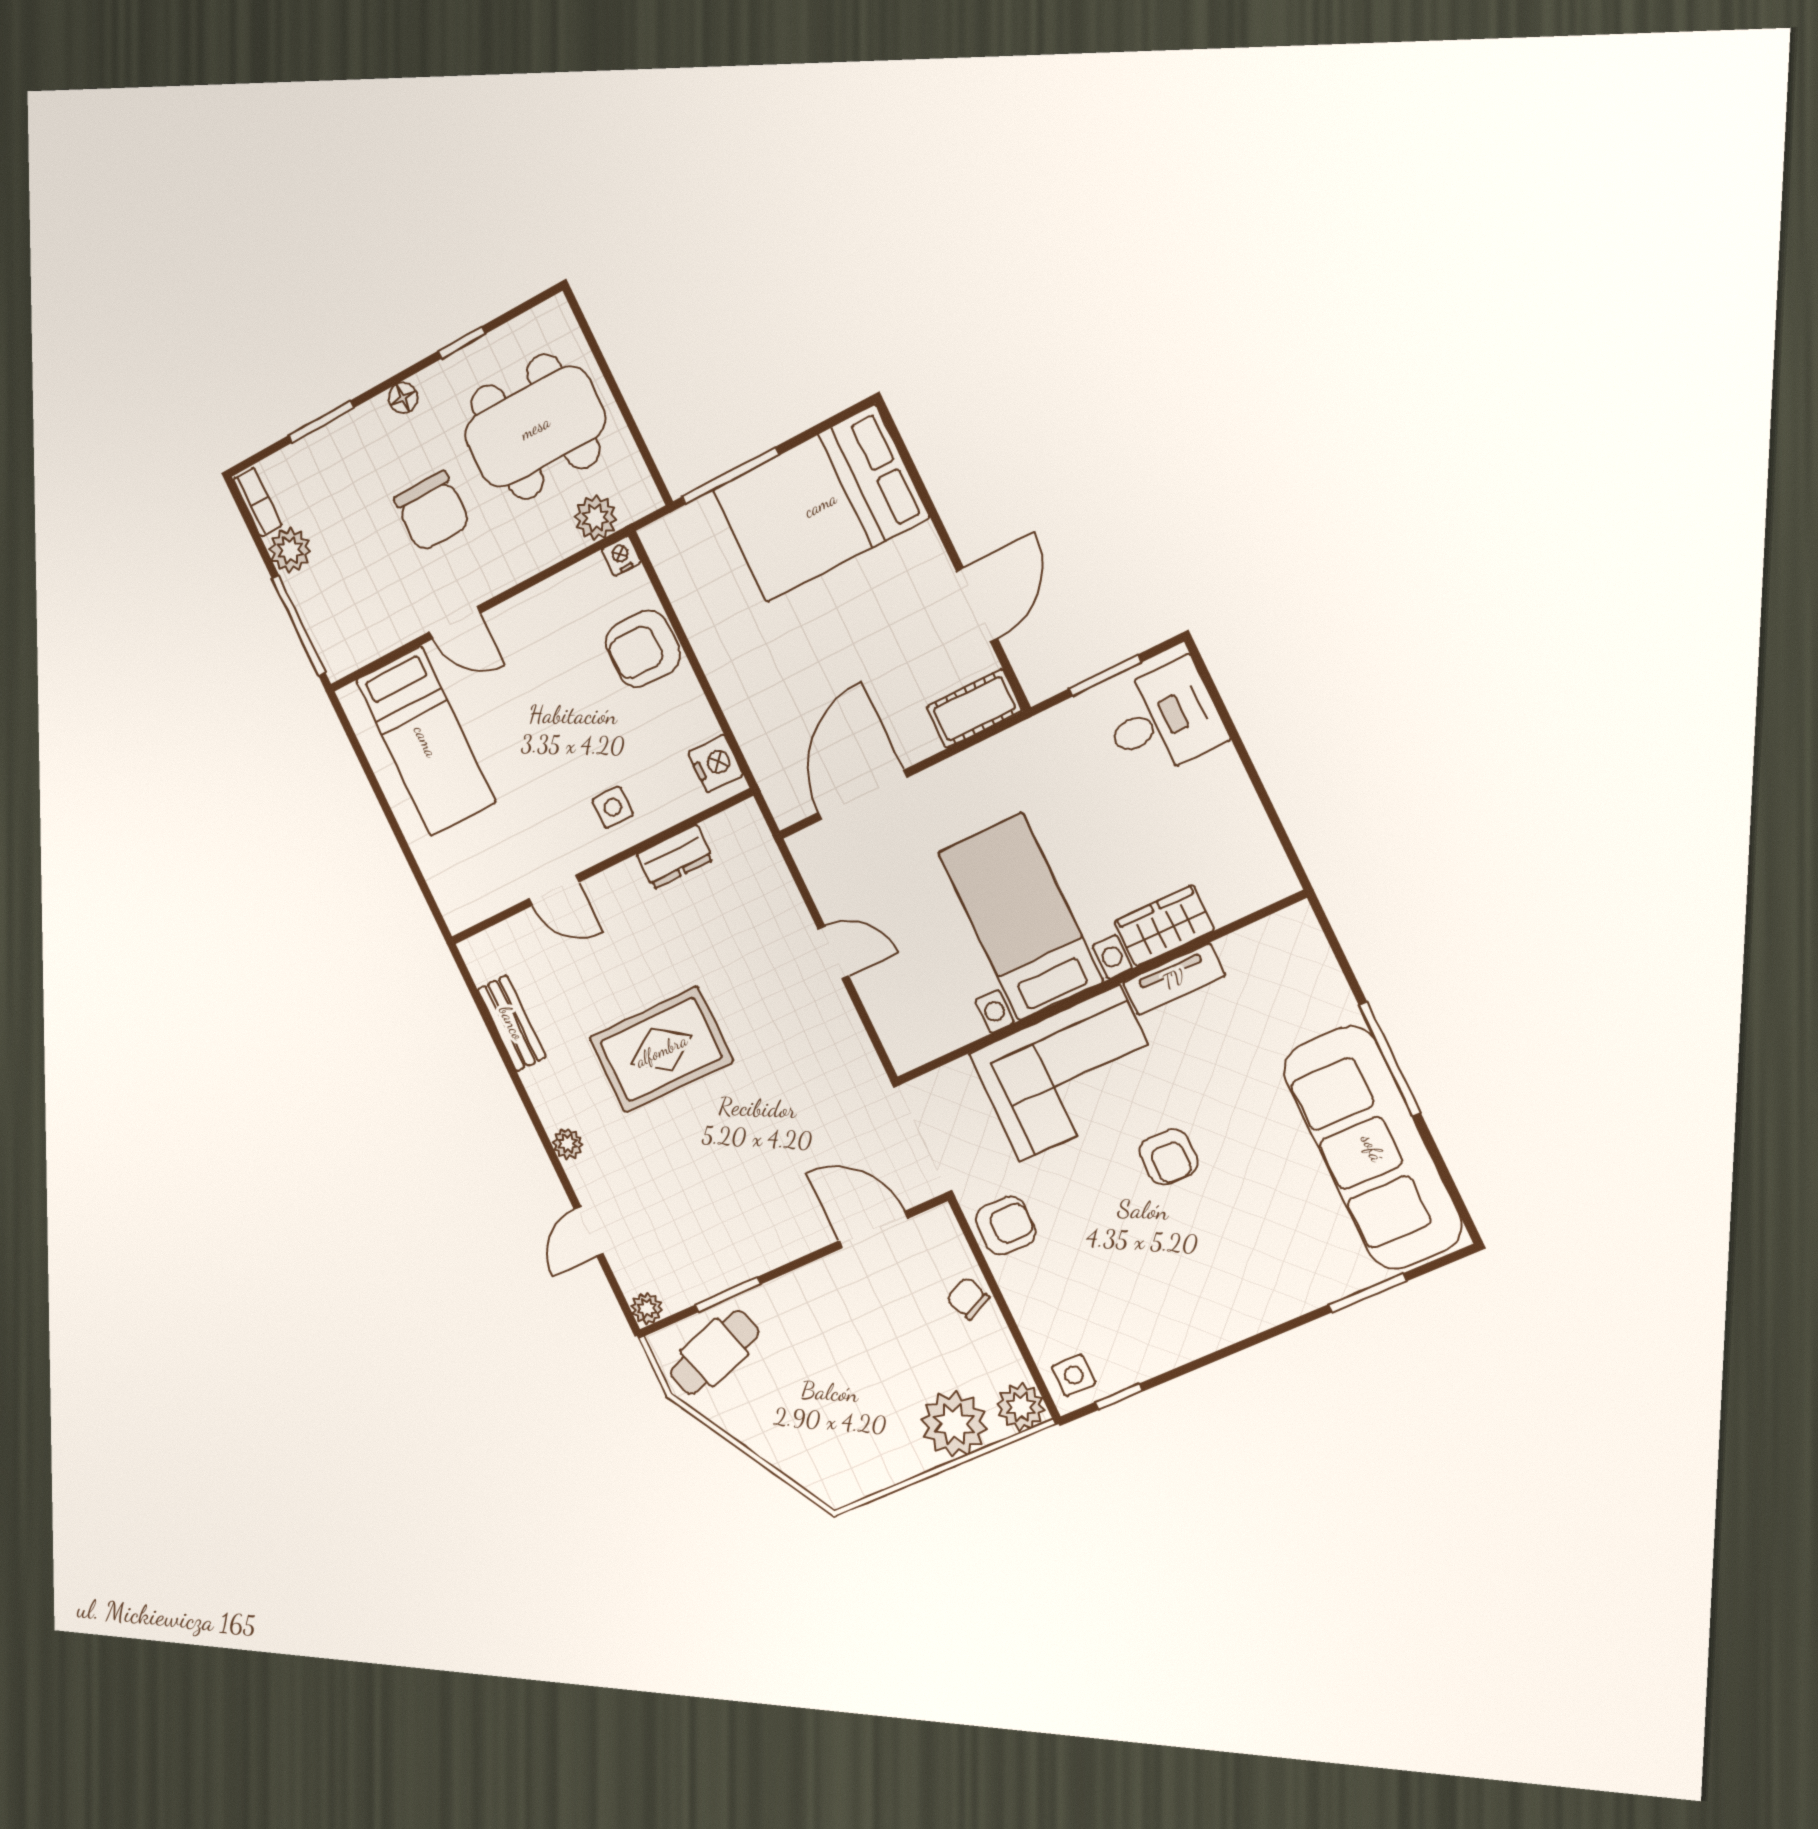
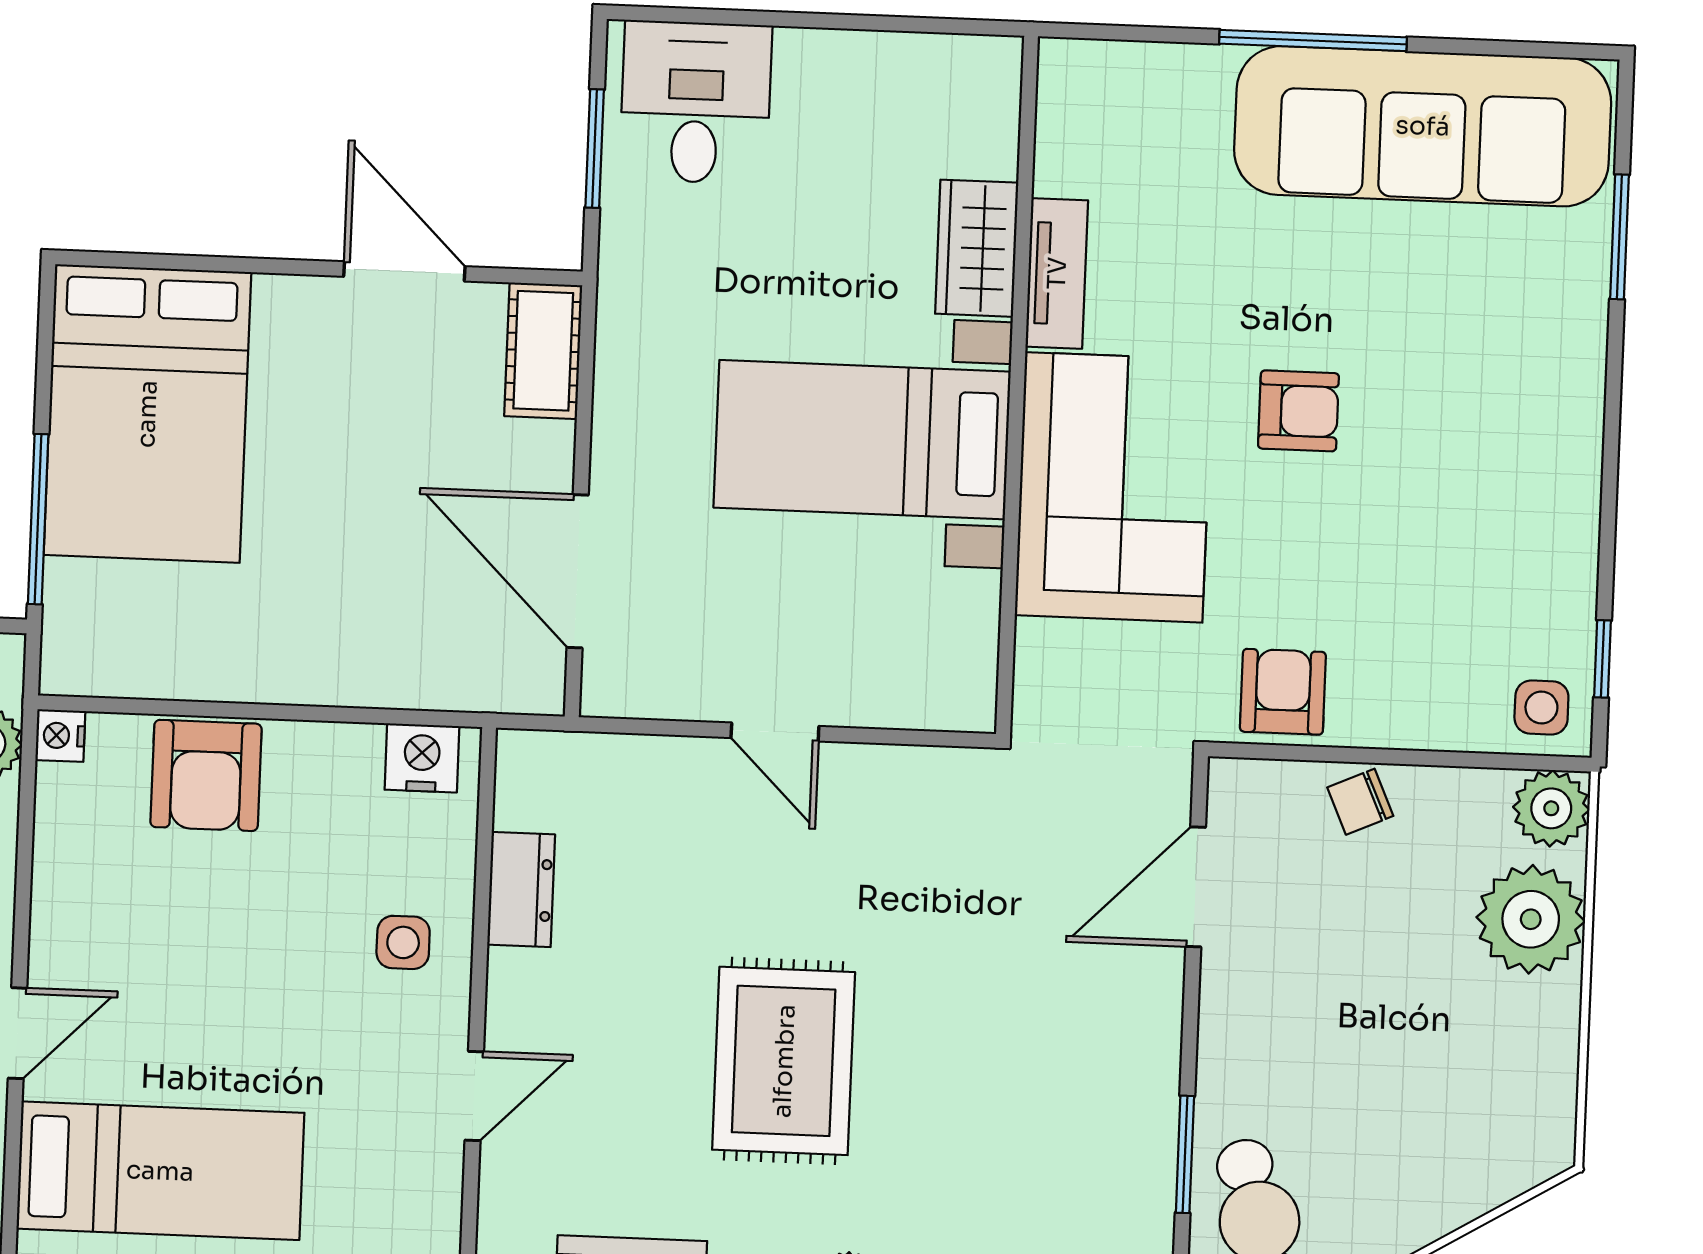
door: (833, 952) -> (775, 732), swing flipped

